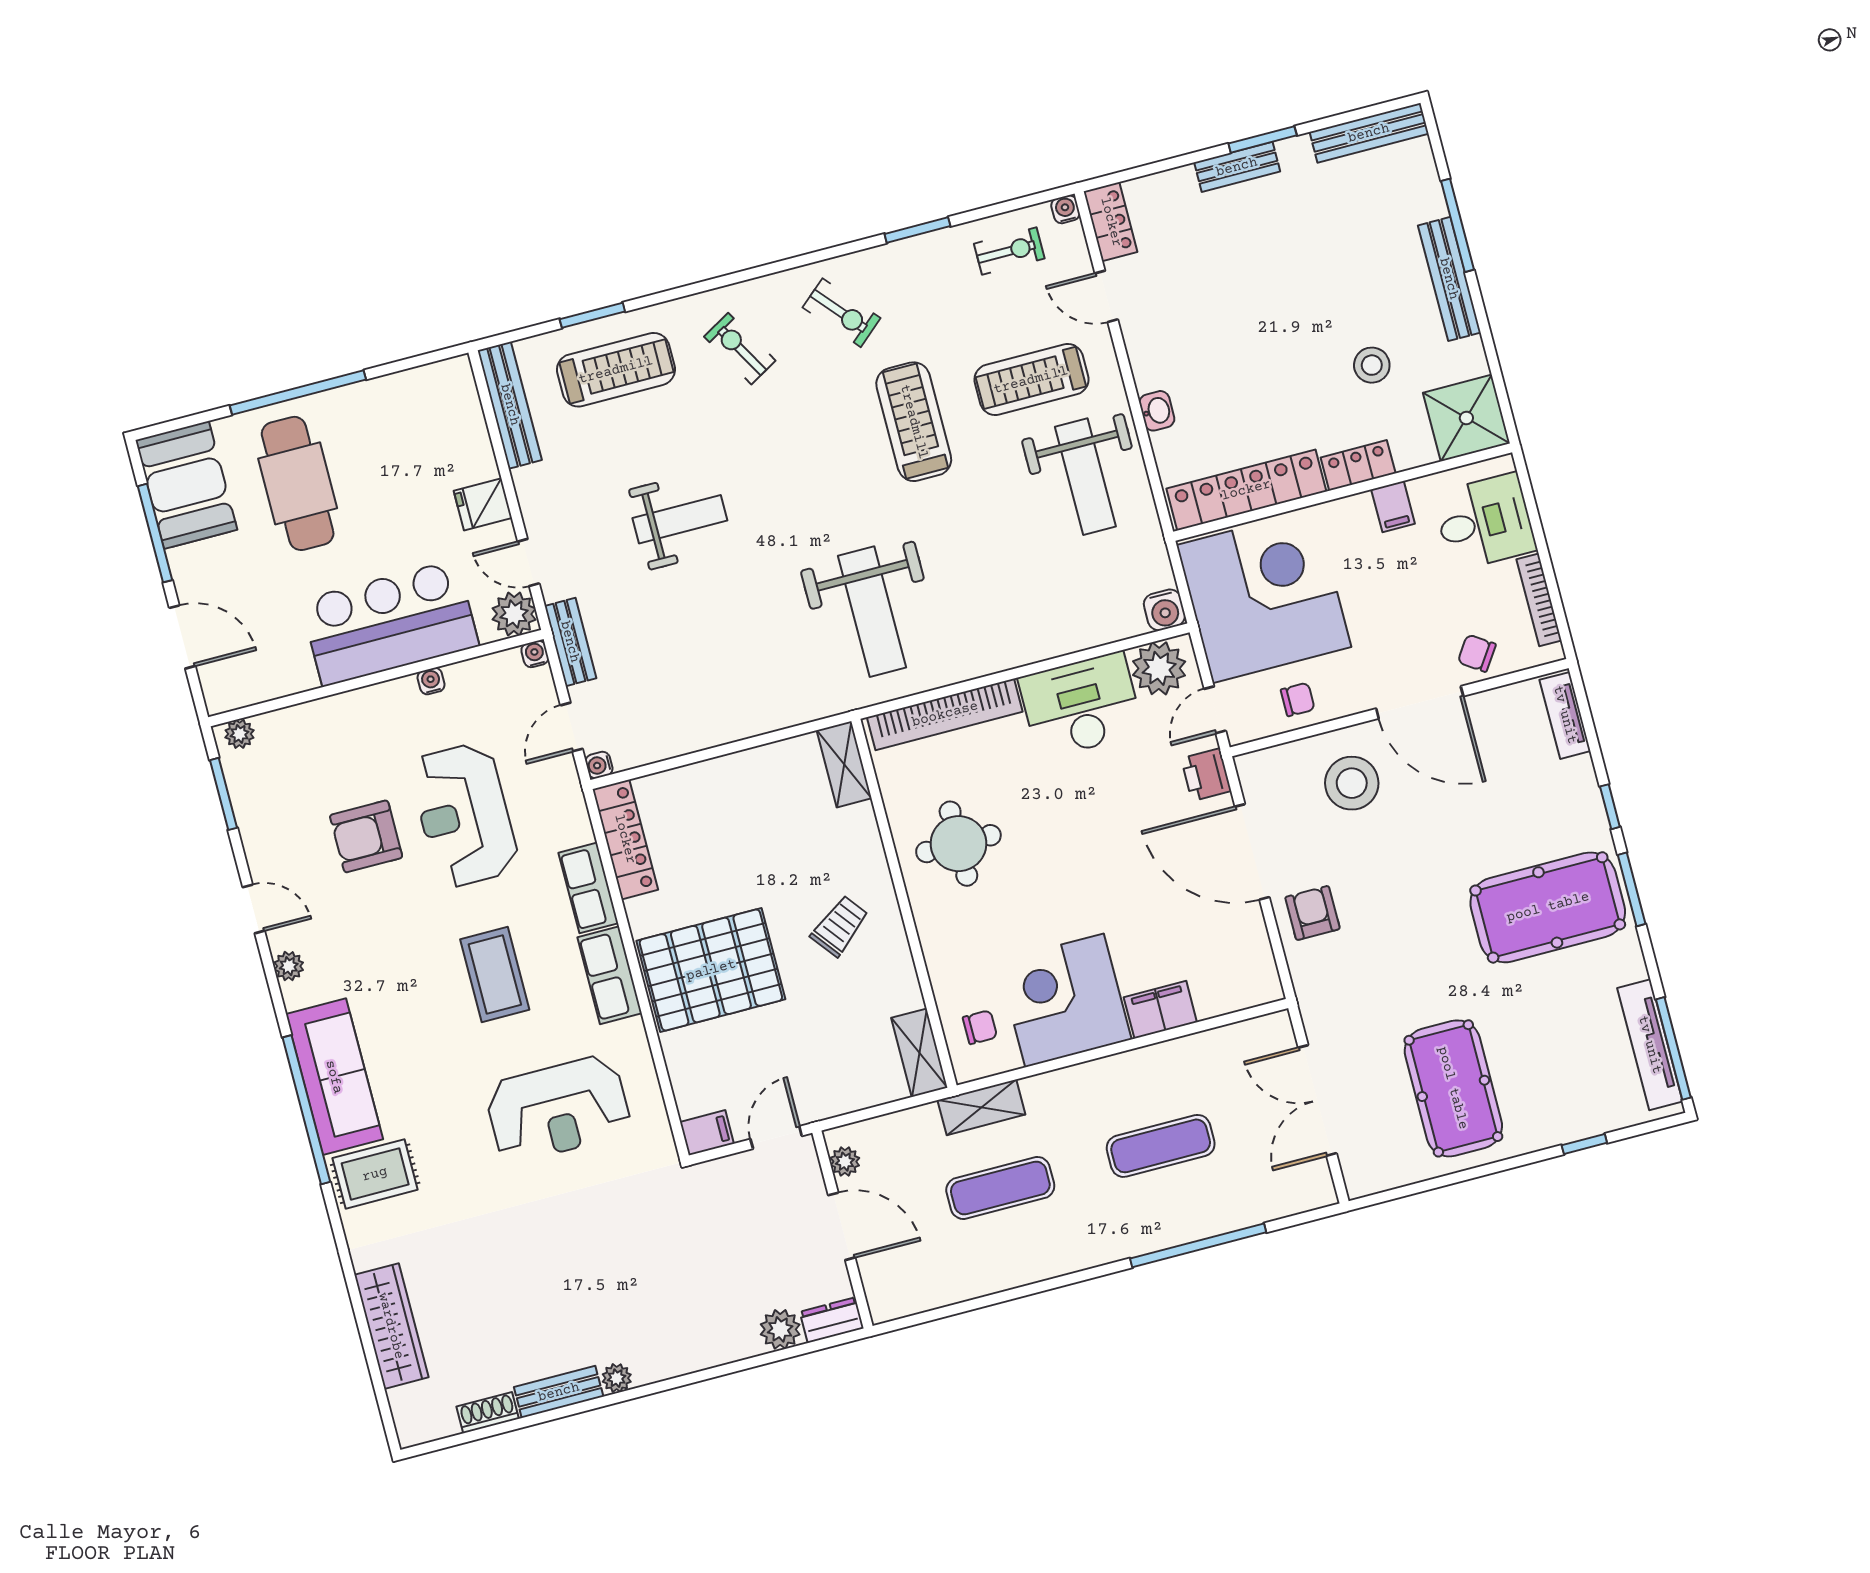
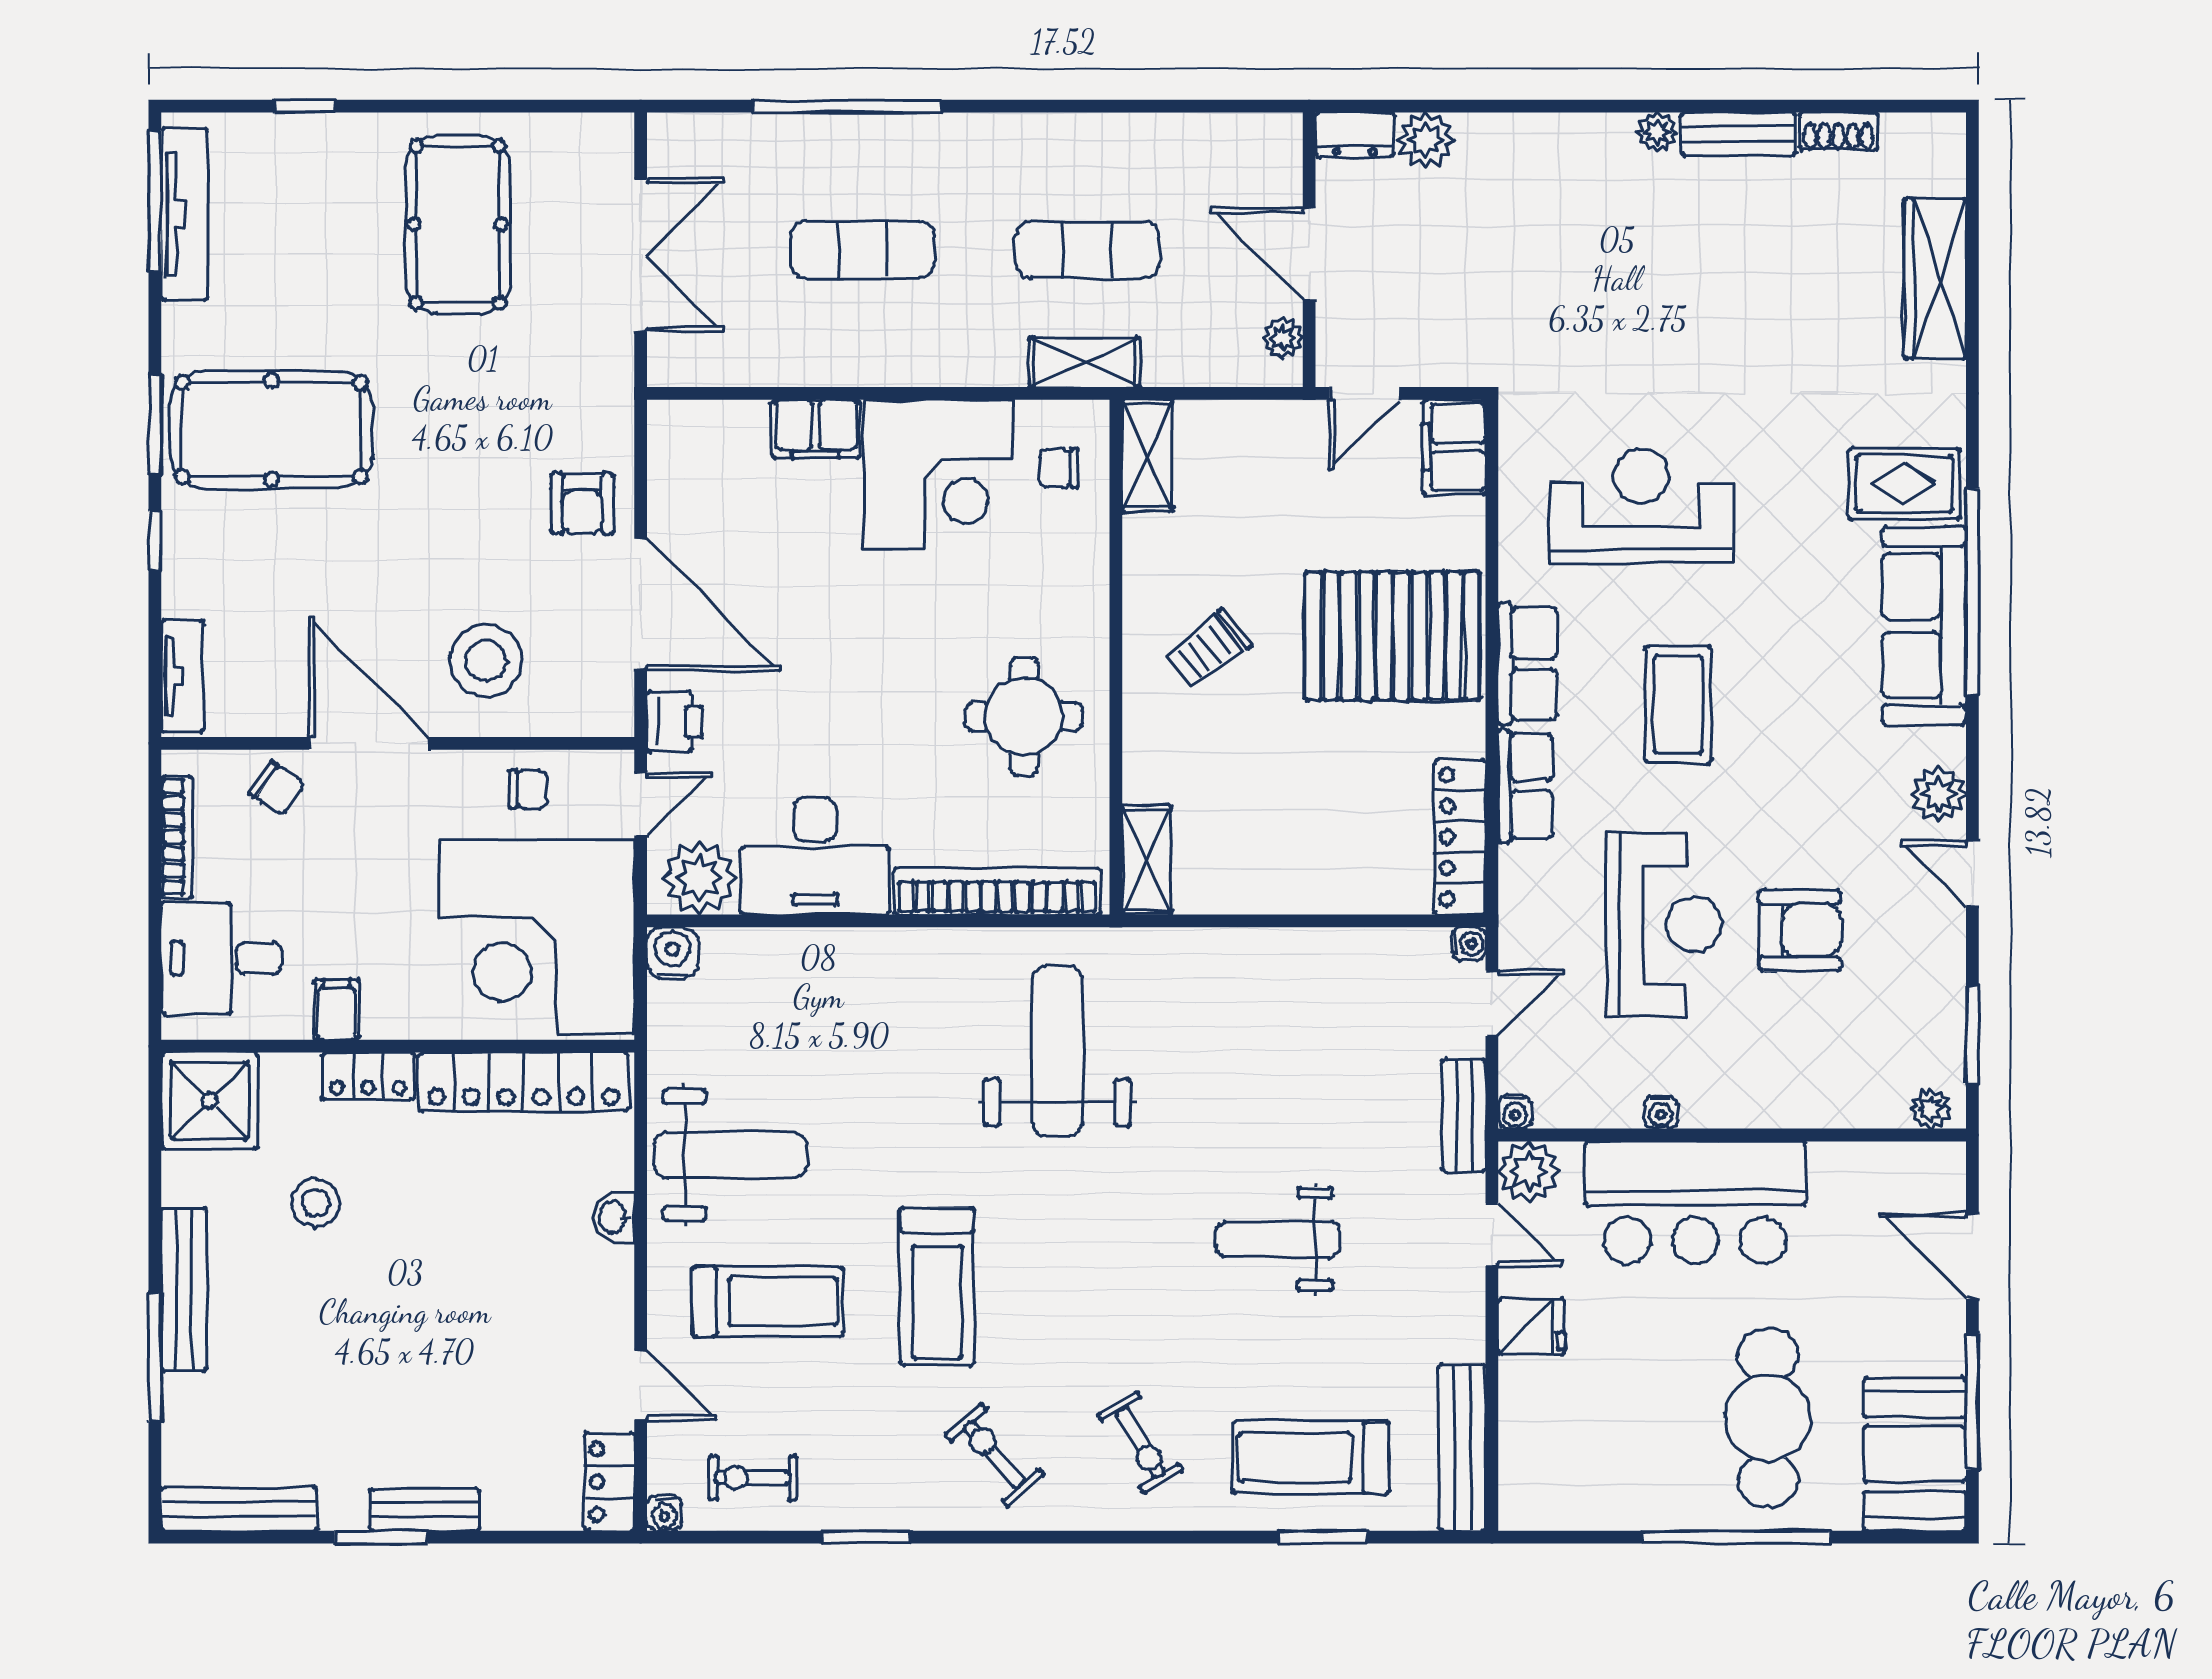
weight bench: (1085, 477) -> (730, 1155), turned 90
chair: (1298, 699) -> (528, 789), turned 180
plant: (289, 966) -> (1938, 794), width x1.38, depth x1.38
filing cabinet: (707, 1133) -> (1454, 447), width x2.00

